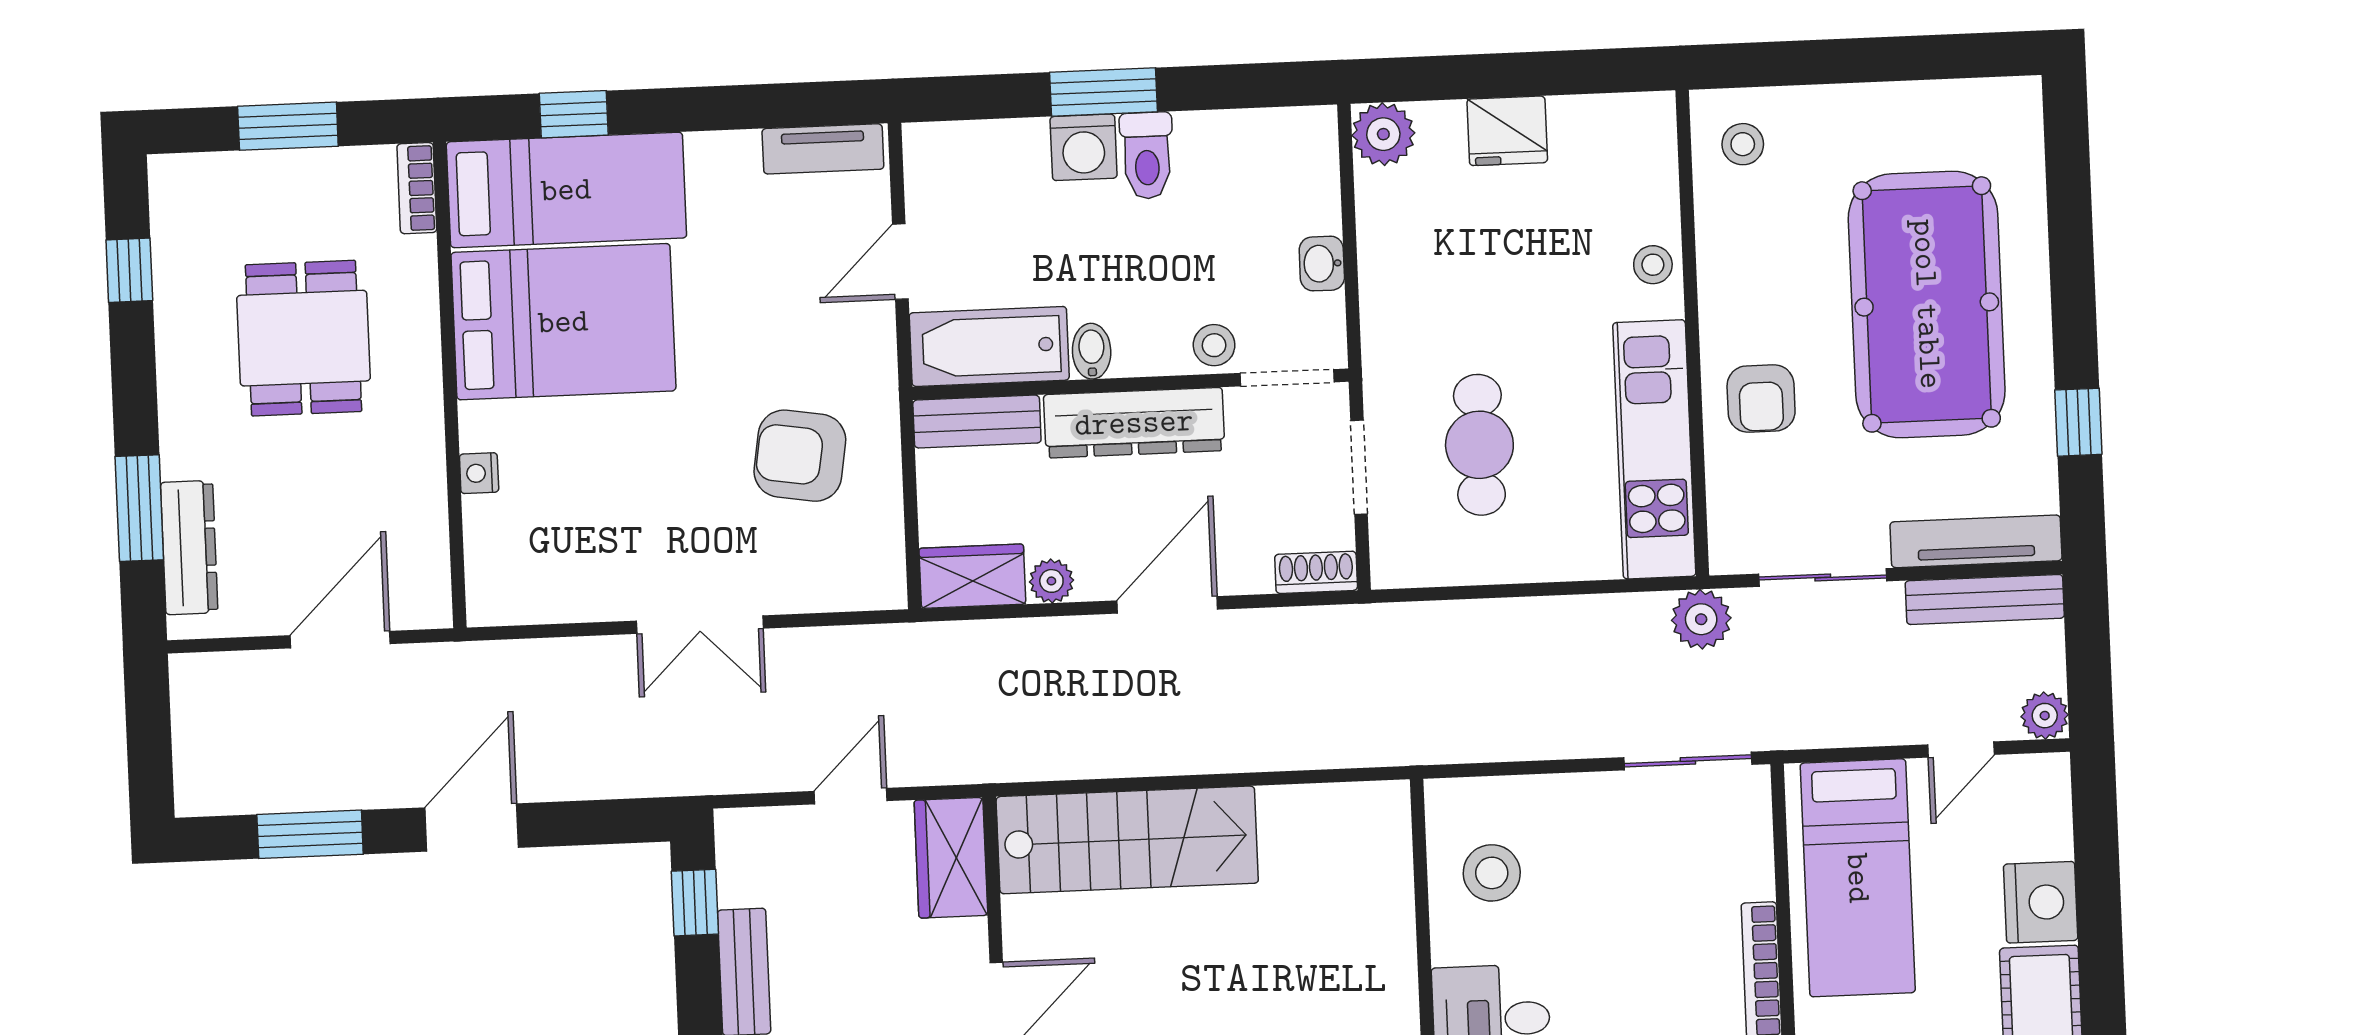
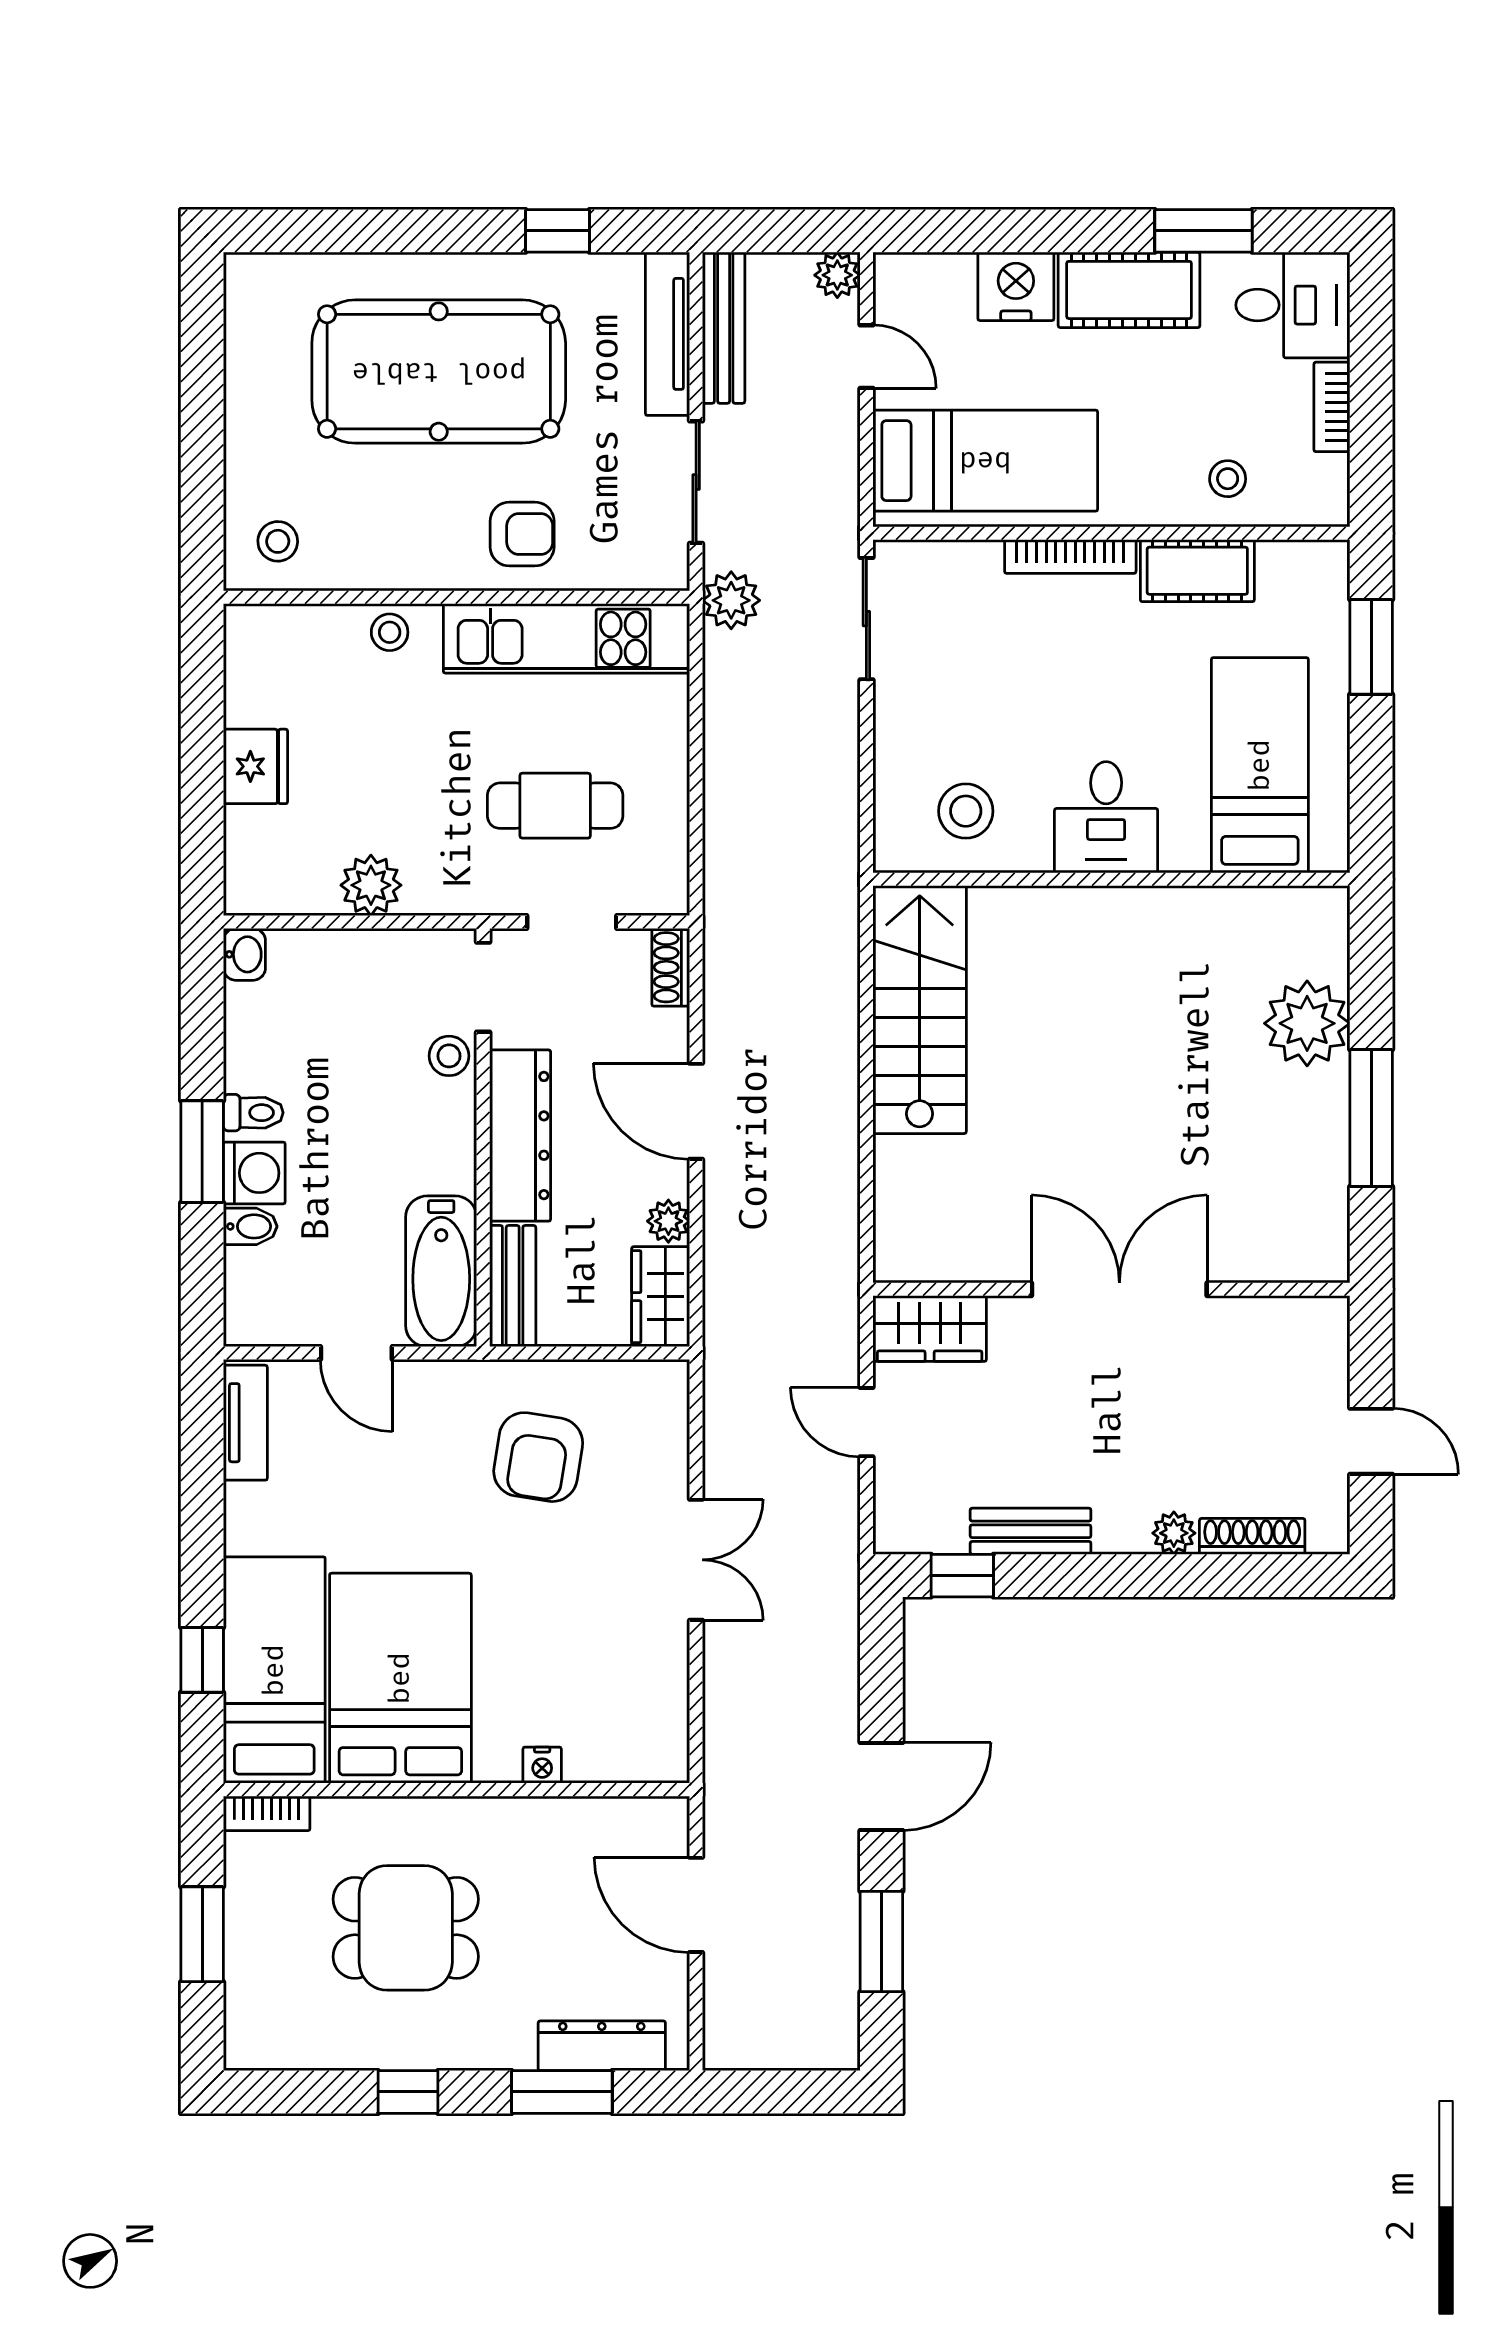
plant: (1383, 134) -> (371, 885), moved
toilet: (1147, 156) -> (253, 1113), width x0.73, depth x0.72
washbasin: (1322, 264) -> (244, 954), moved, turned -90
window: (129, 270) -> (408, 2092), moved
bidet: (1092, 351) -> (250, 1226), moved, turned 180
door: (472, 828) -> (881, 1786), swing flipped
stairs: (1127, 840) -> (920, 1010), moved

